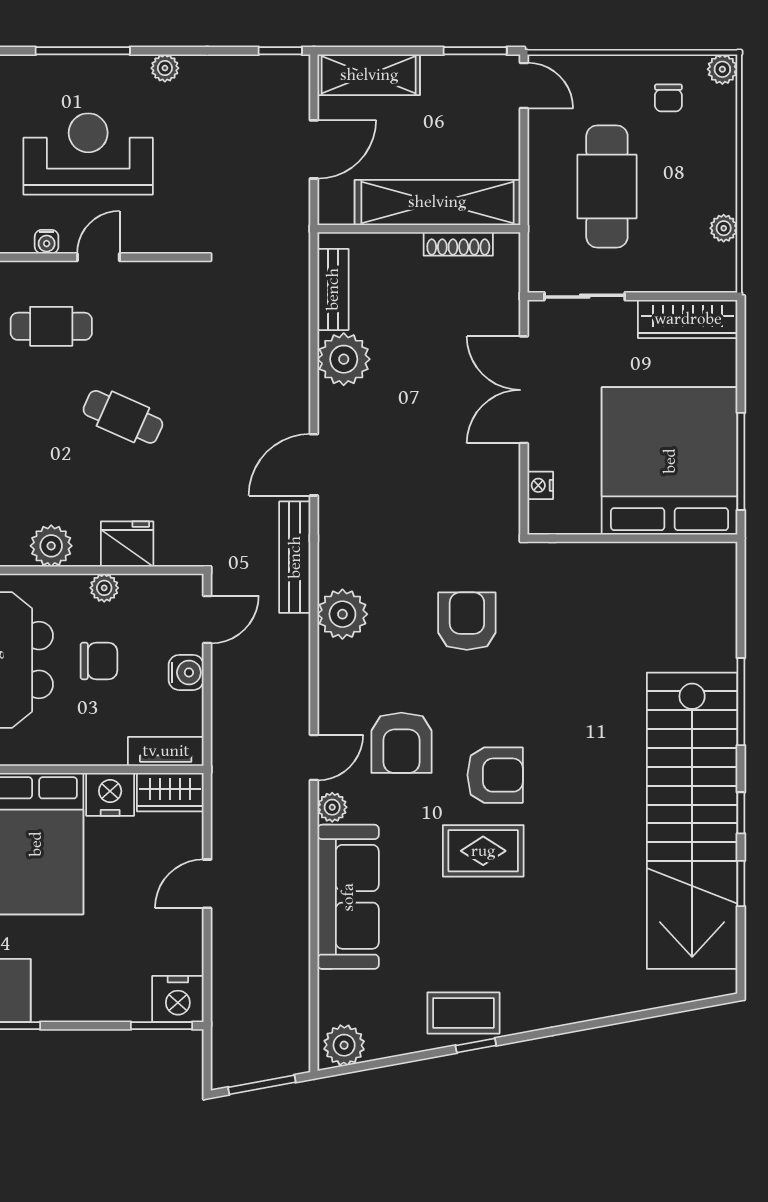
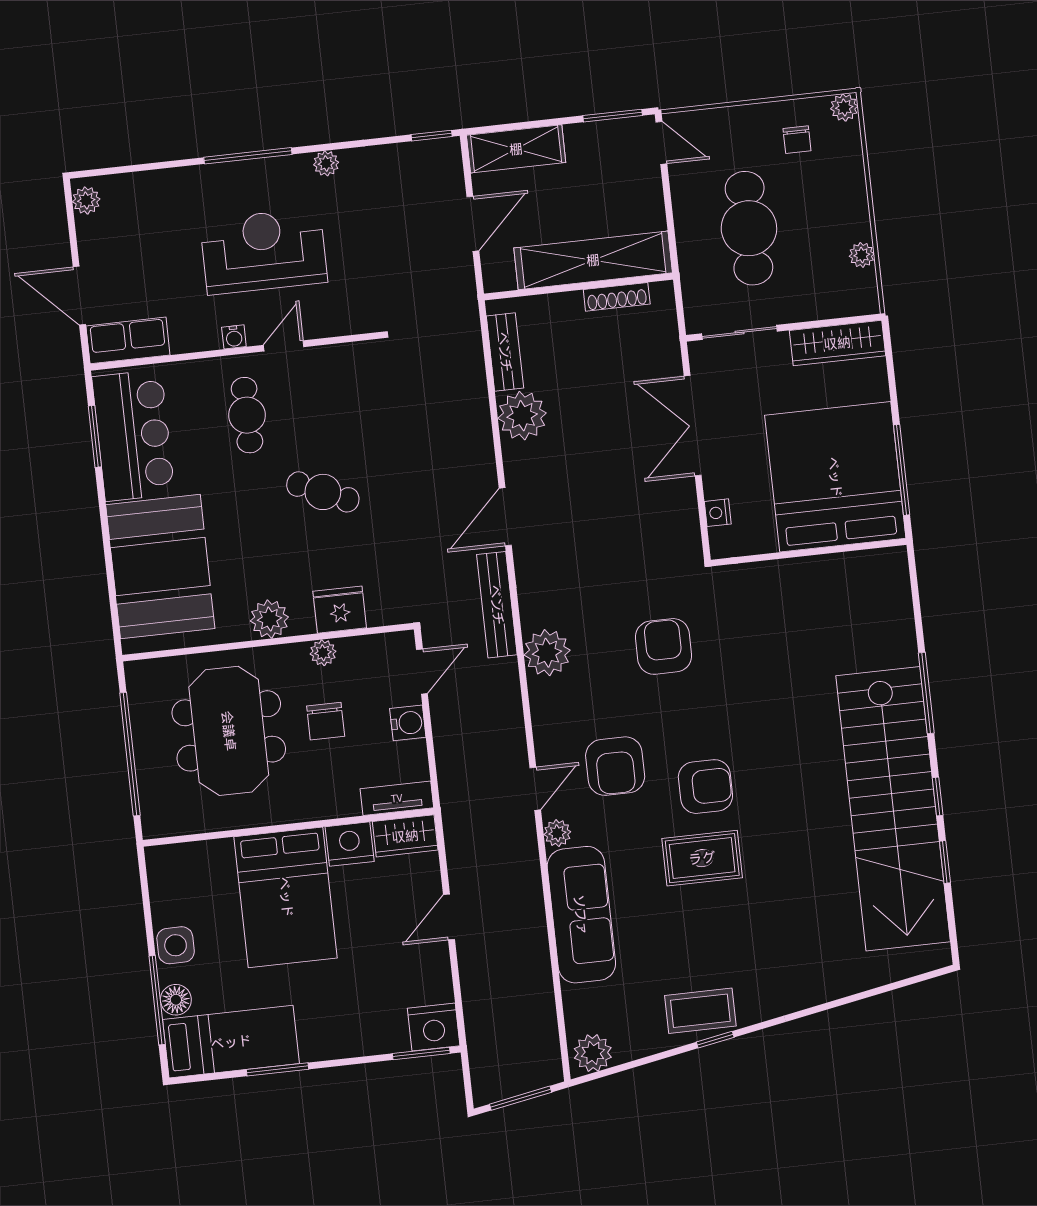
cafe table: (51, 326) -> (247, 415), turned 90
chair: (99, 661) -> (326, 721), turned 90

